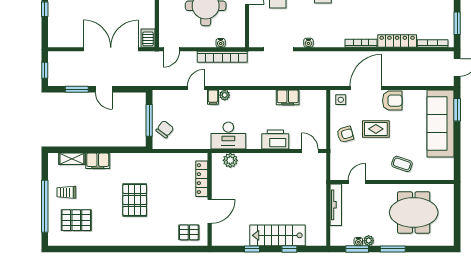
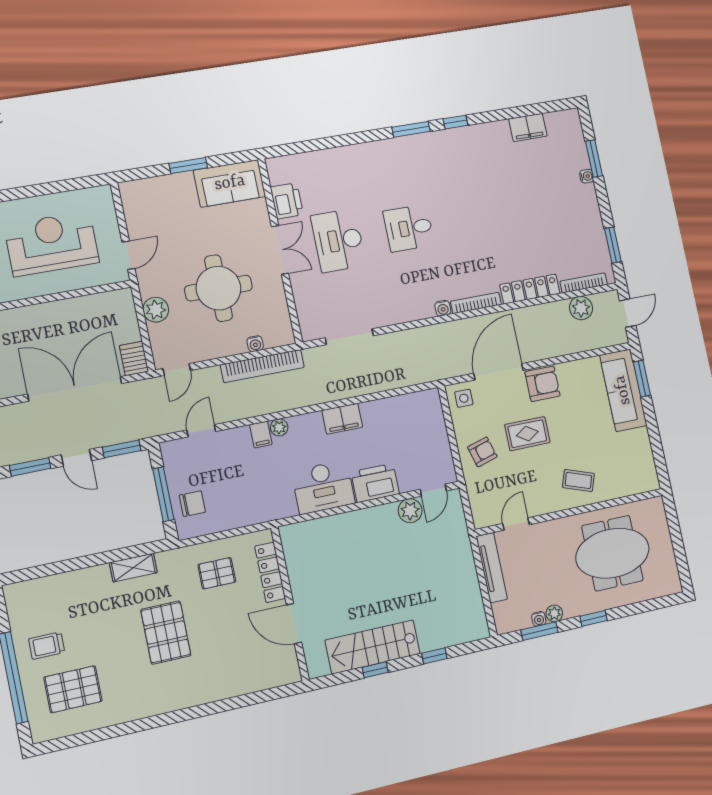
plant: (166, 12) -> (156, 310), added
water cooler: (308, 43) -> (443, 308), moved
plant: (427, 59) -> (581, 308), added
door: (196, 88) -> (201, 431), moved
window: (130, 89) -> (122, 449), added
filing cabinet: (288, 97) -> (342, 419), moved
sofa: (440, 123) -> (623, 390), width x0.74, depth x0.79
chair: (165, 129) -> (192, 504), turned 53
desk: (228, 136) -> (323, 487), moved
door: (310, 151) -> (433, 490), swing flipped
shelving: (72, 159) -> (133, 568), moved
plant: (230, 160) -> (410, 511), moved
filing cabinet: (98, 161) -> (90, 580), removed
door: (210, 211) -> (294, 624), swing flipped
pallet: (189, 232) -> (217, 573), moved
stairs: (277, 235) -> (373, 647), moved
window: (393, 249) -> (594, 618), width x0.67

